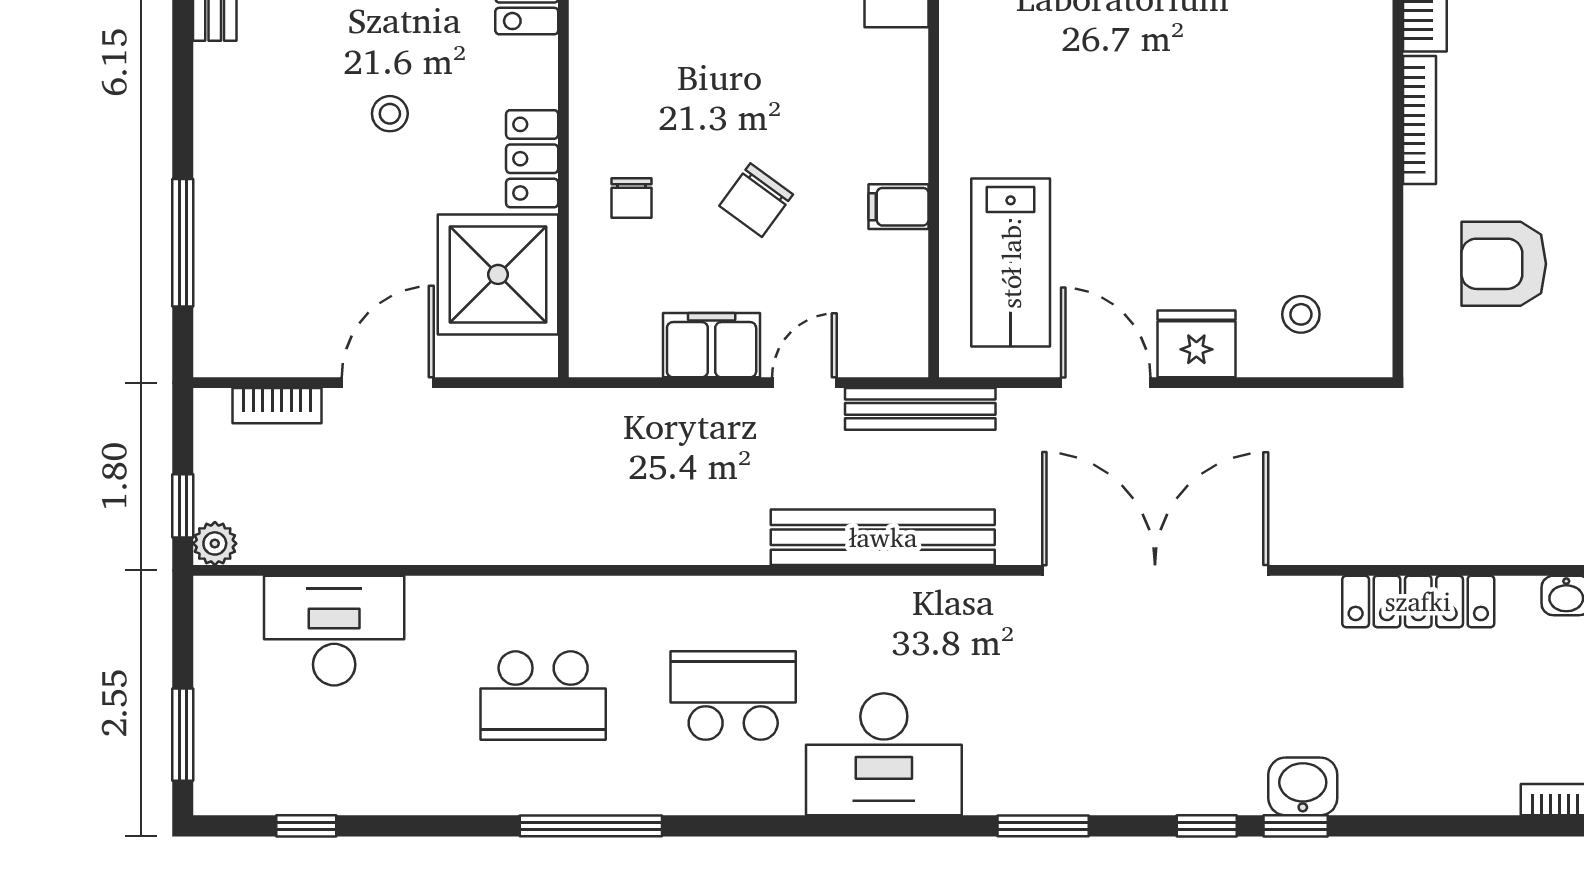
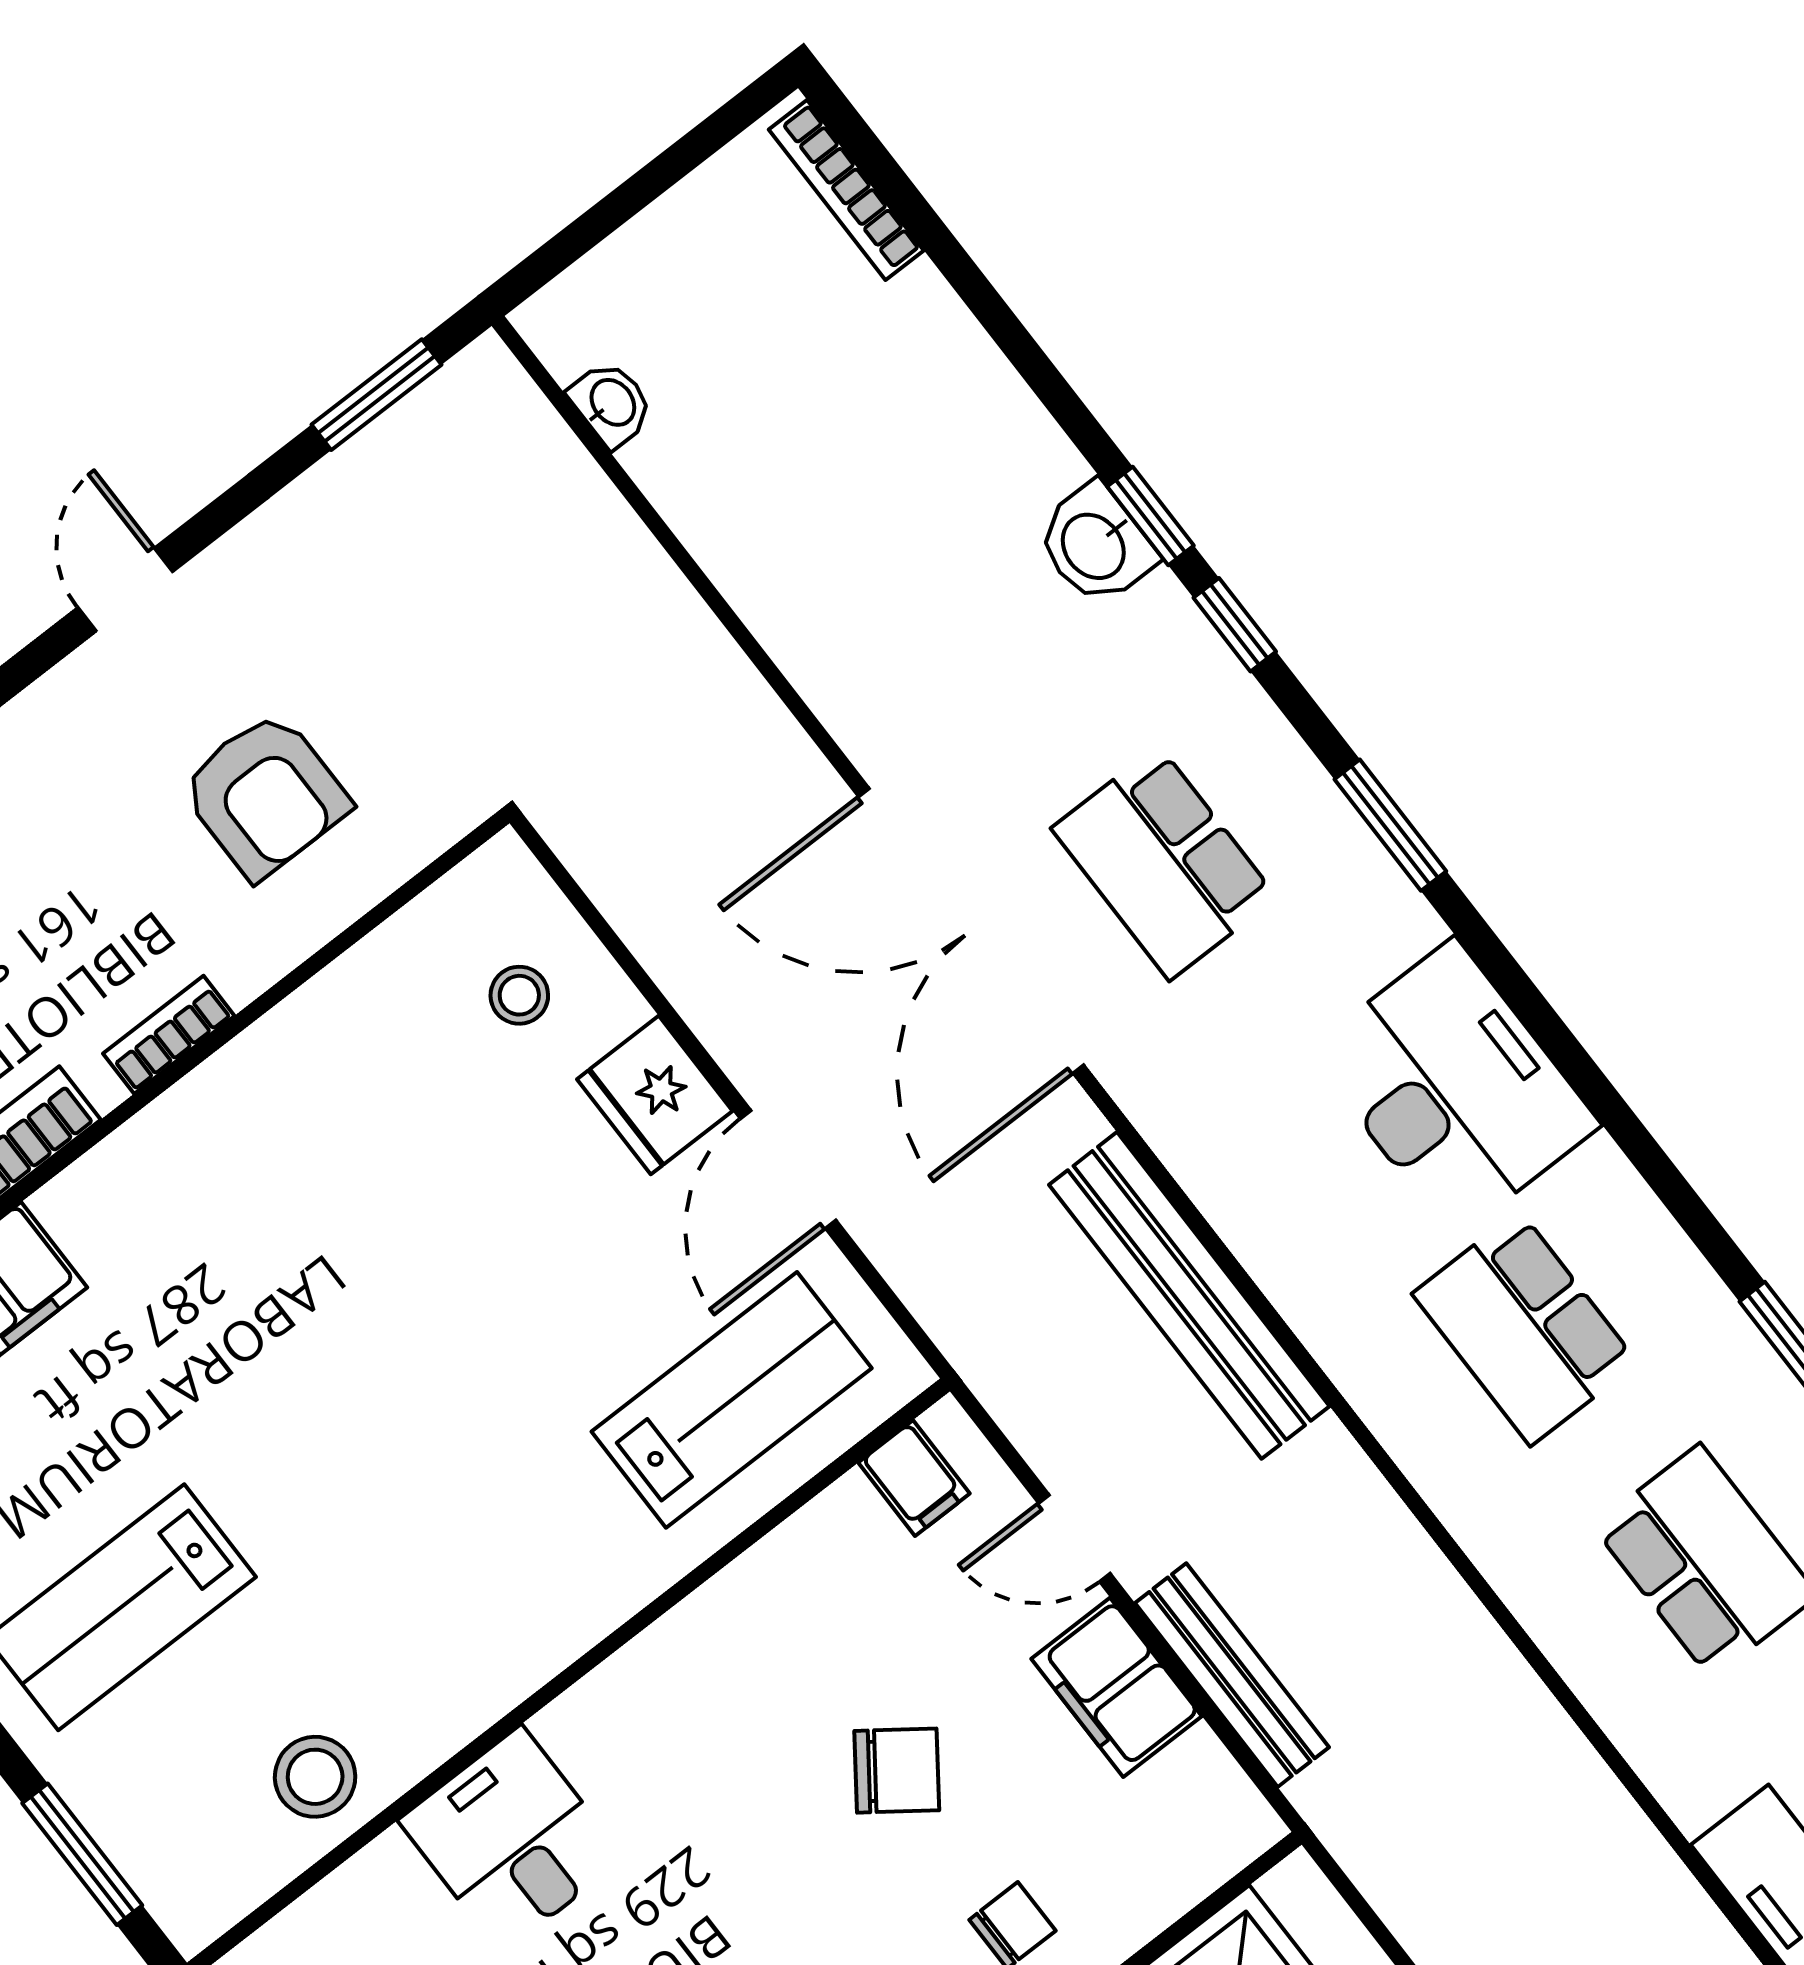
bookcase: (1419, 120) -> (169, 1035), width x0.64
filing cabinet: (898, 207) -> (914, 1478), moved
bench: (920, 409) -> (1232, 1675), moved
locker: (1418, 601) -> (759, 579), removed
school desk: (1113, 696) -> (1164, 863), added

